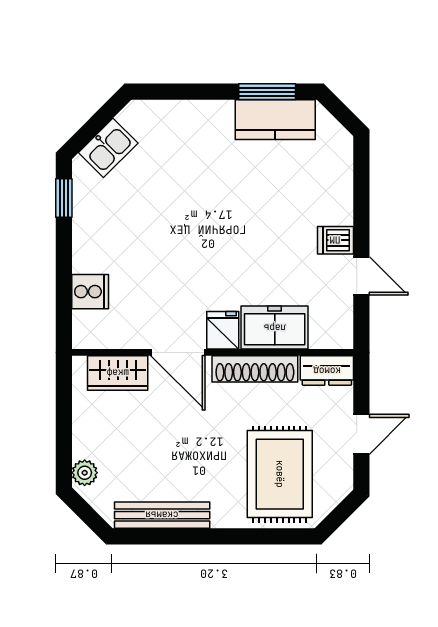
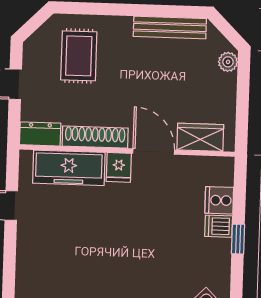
window: (64, 198) -> (238, 239), moved
dishwasher: (335, 240) -> (219, 226), moved, turned 180
freezer: (275, 328) -> (69, 168), width x1.40
rug: (280, 474) -> (79, 56), width x0.73, depth x0.70

